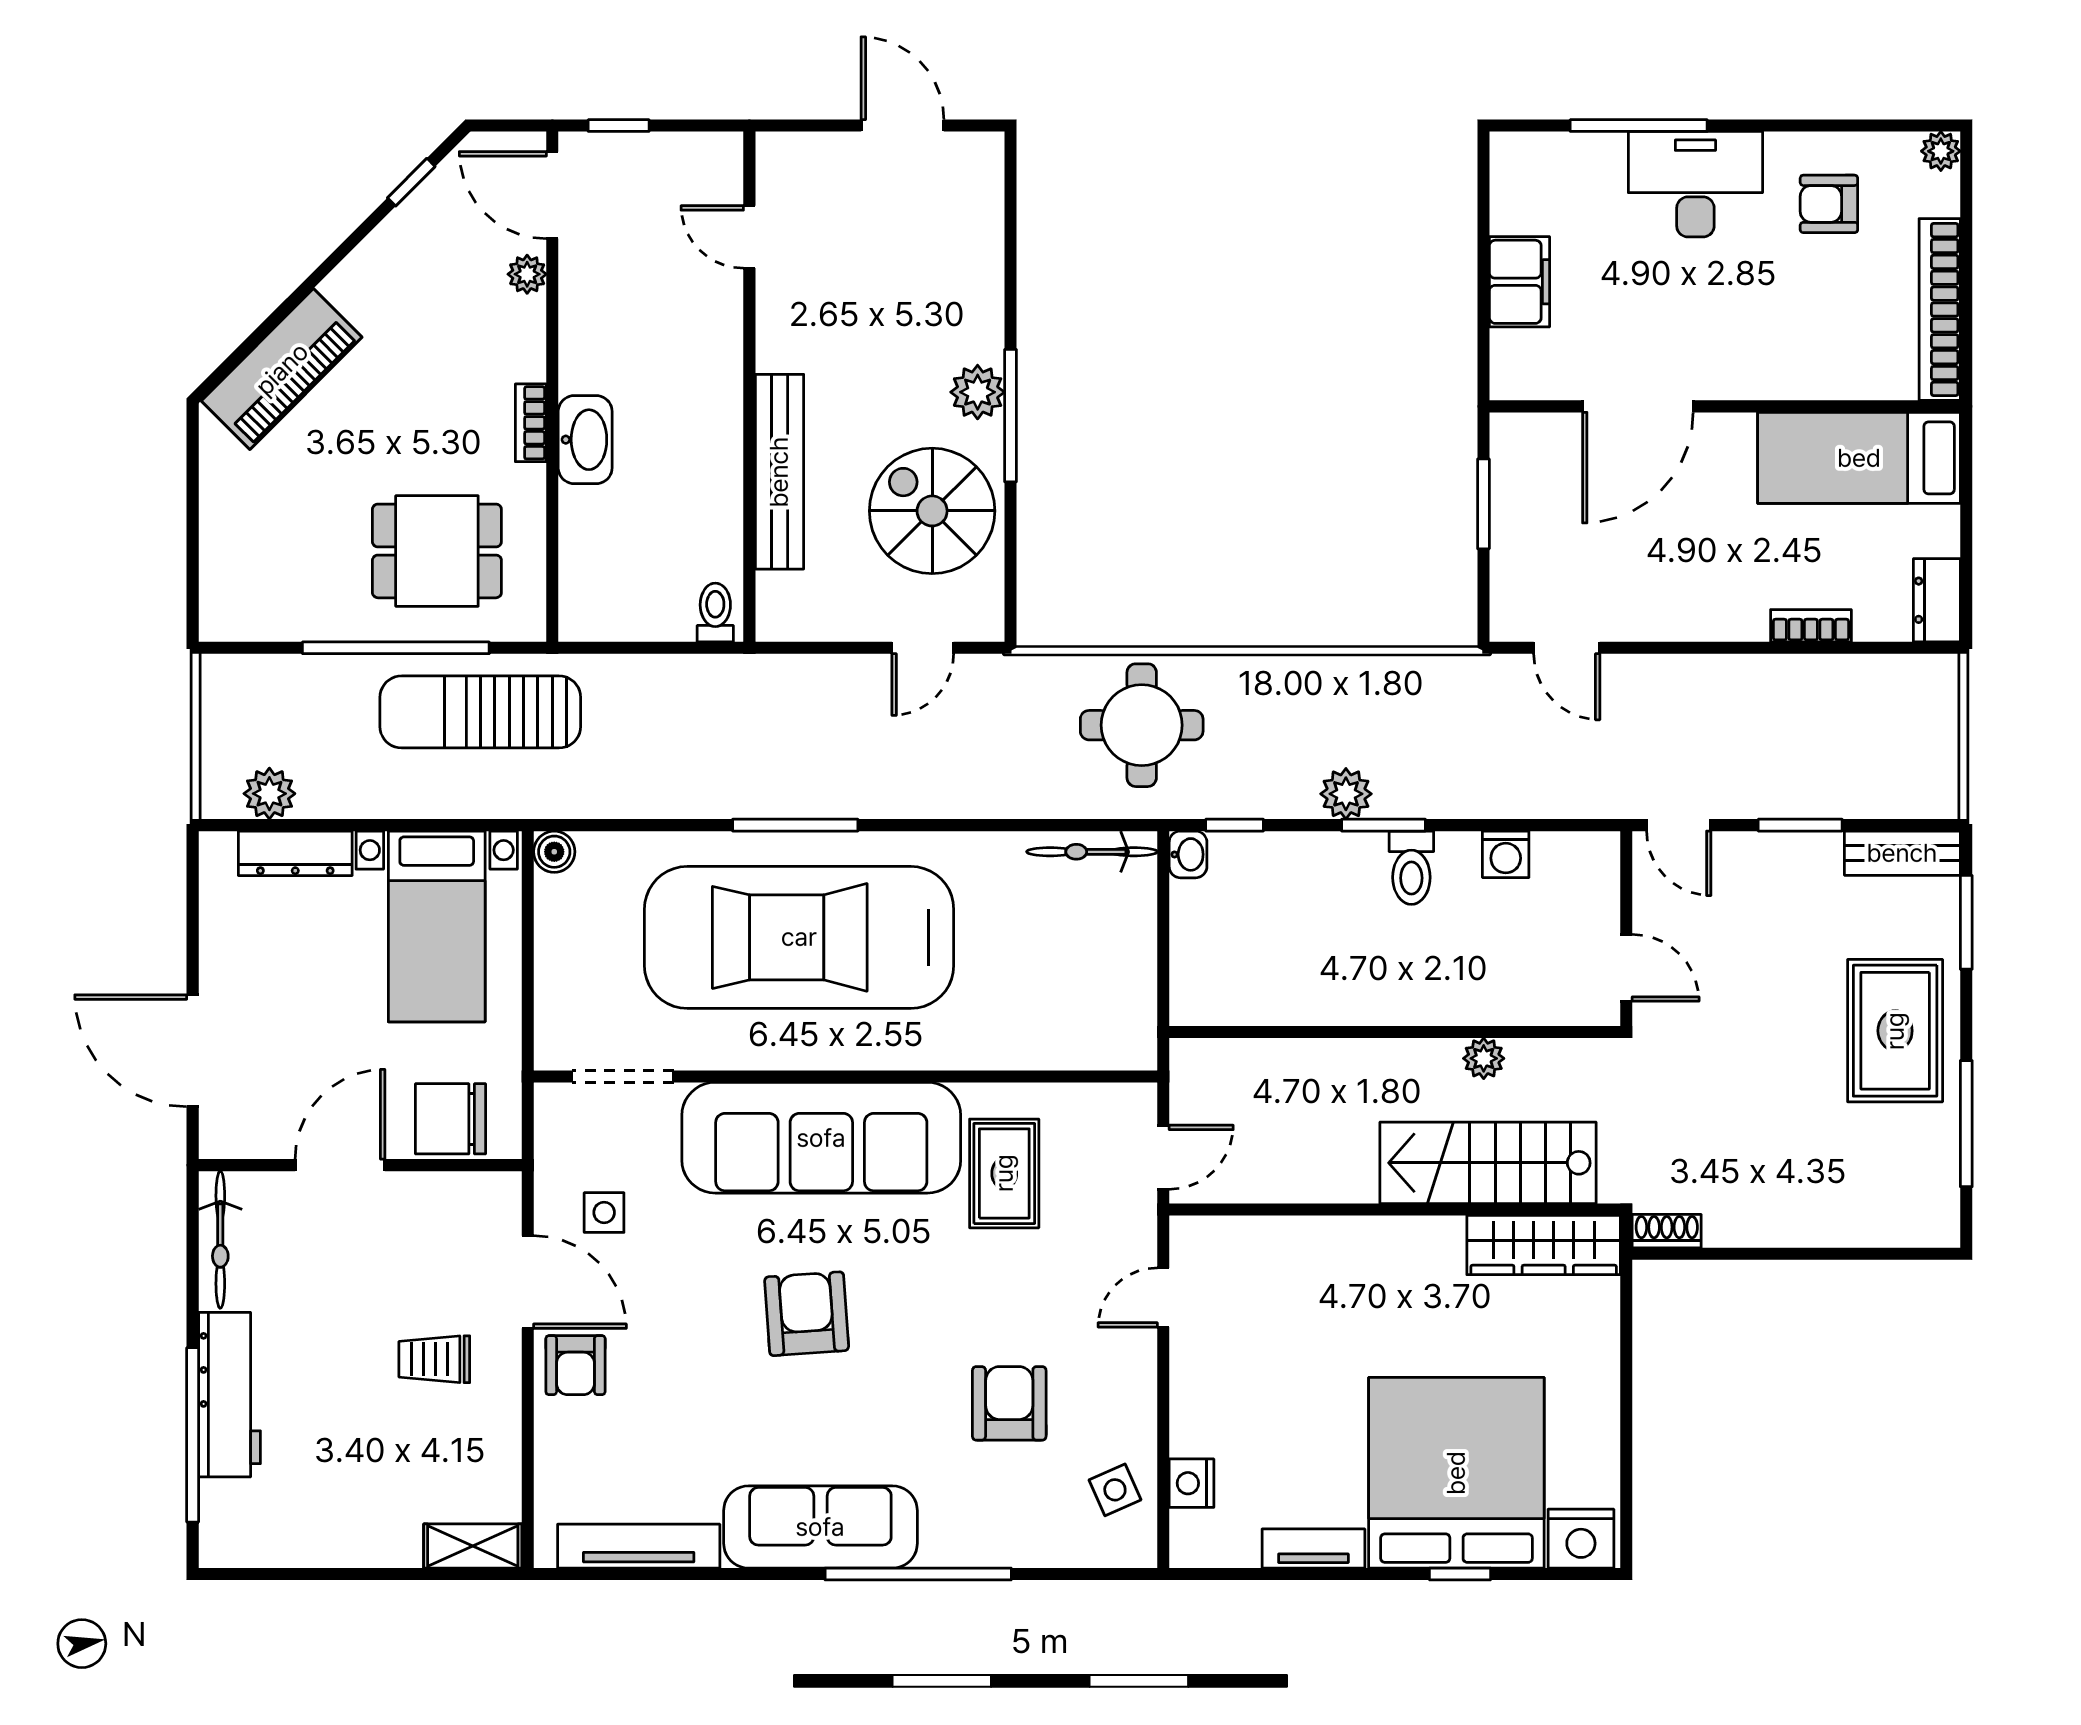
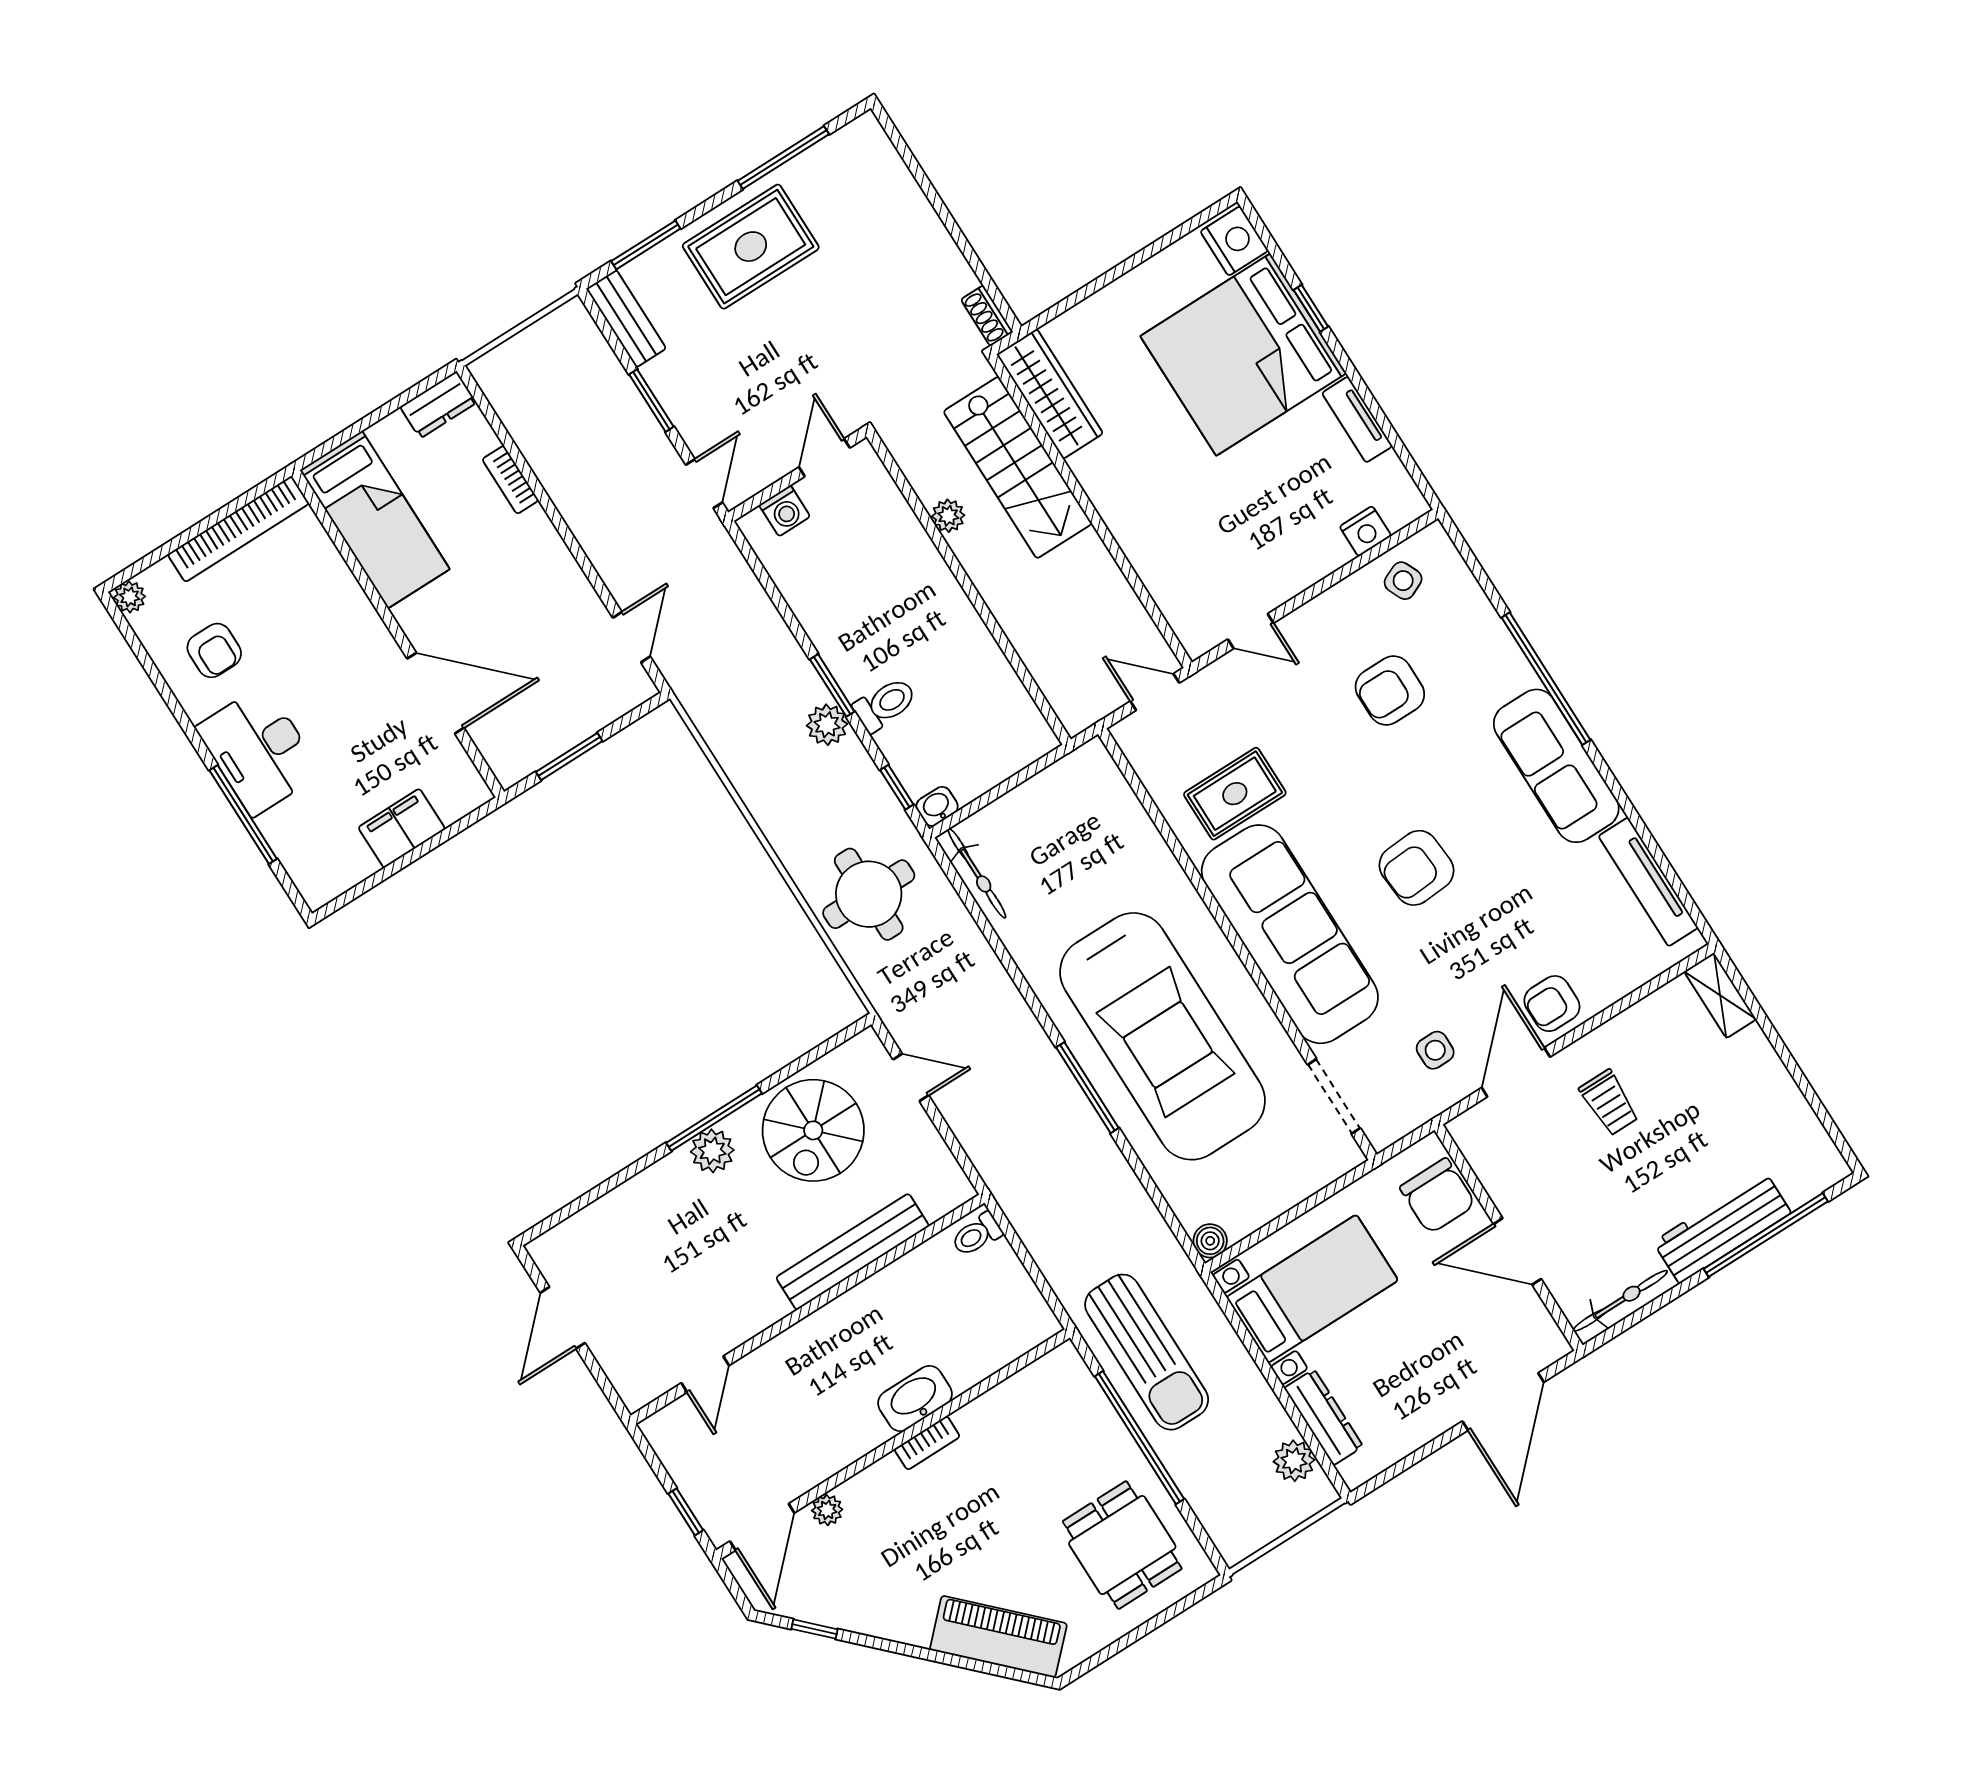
dining table: (437, 551) -> (1122, 1545), moved
washing machine: (1506, 854) -> (785, 511), moved, turned 90
toilet: (1411, 868) -> (885, 704), moved
armchair: (575, 1365) -> (1552, 1004), turned 180

